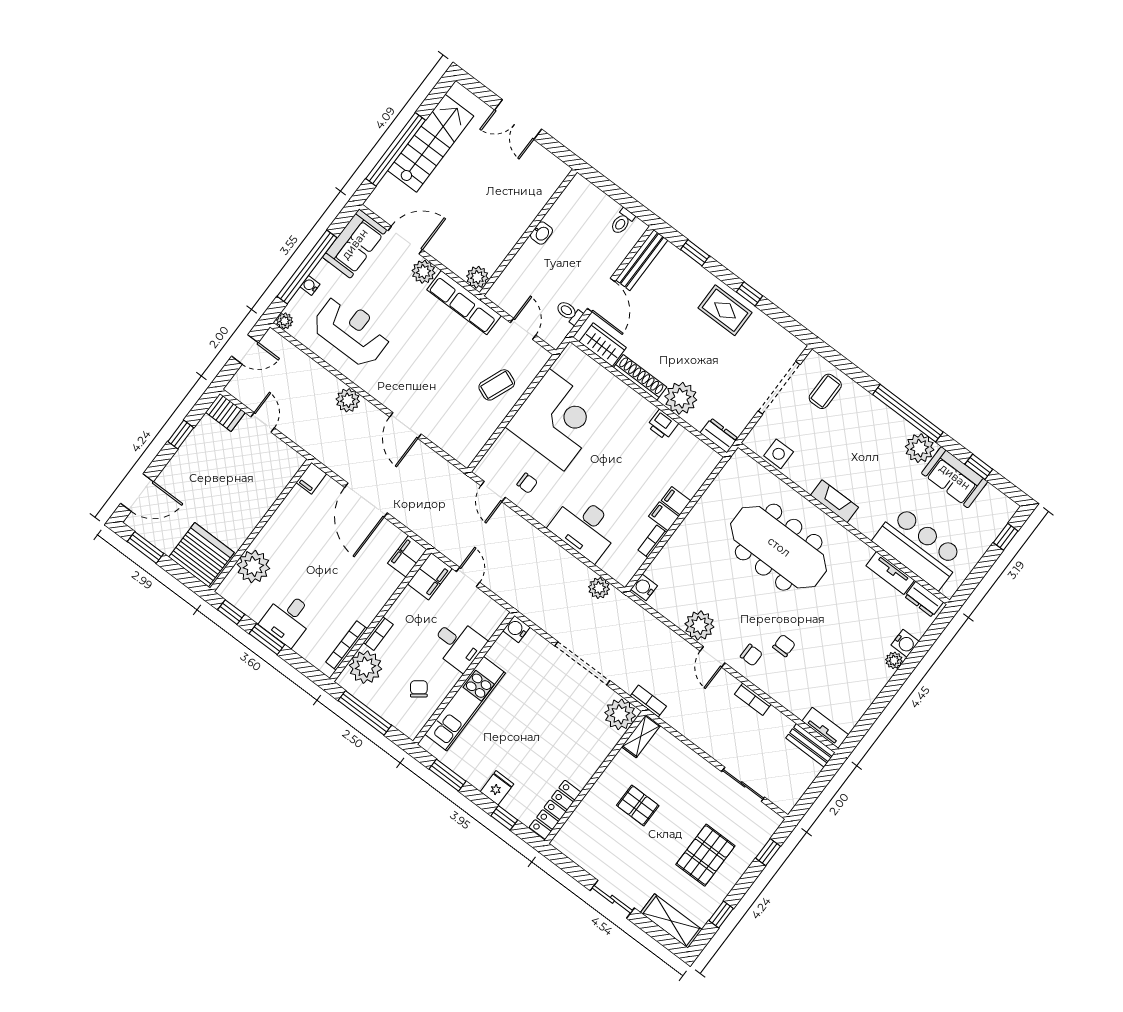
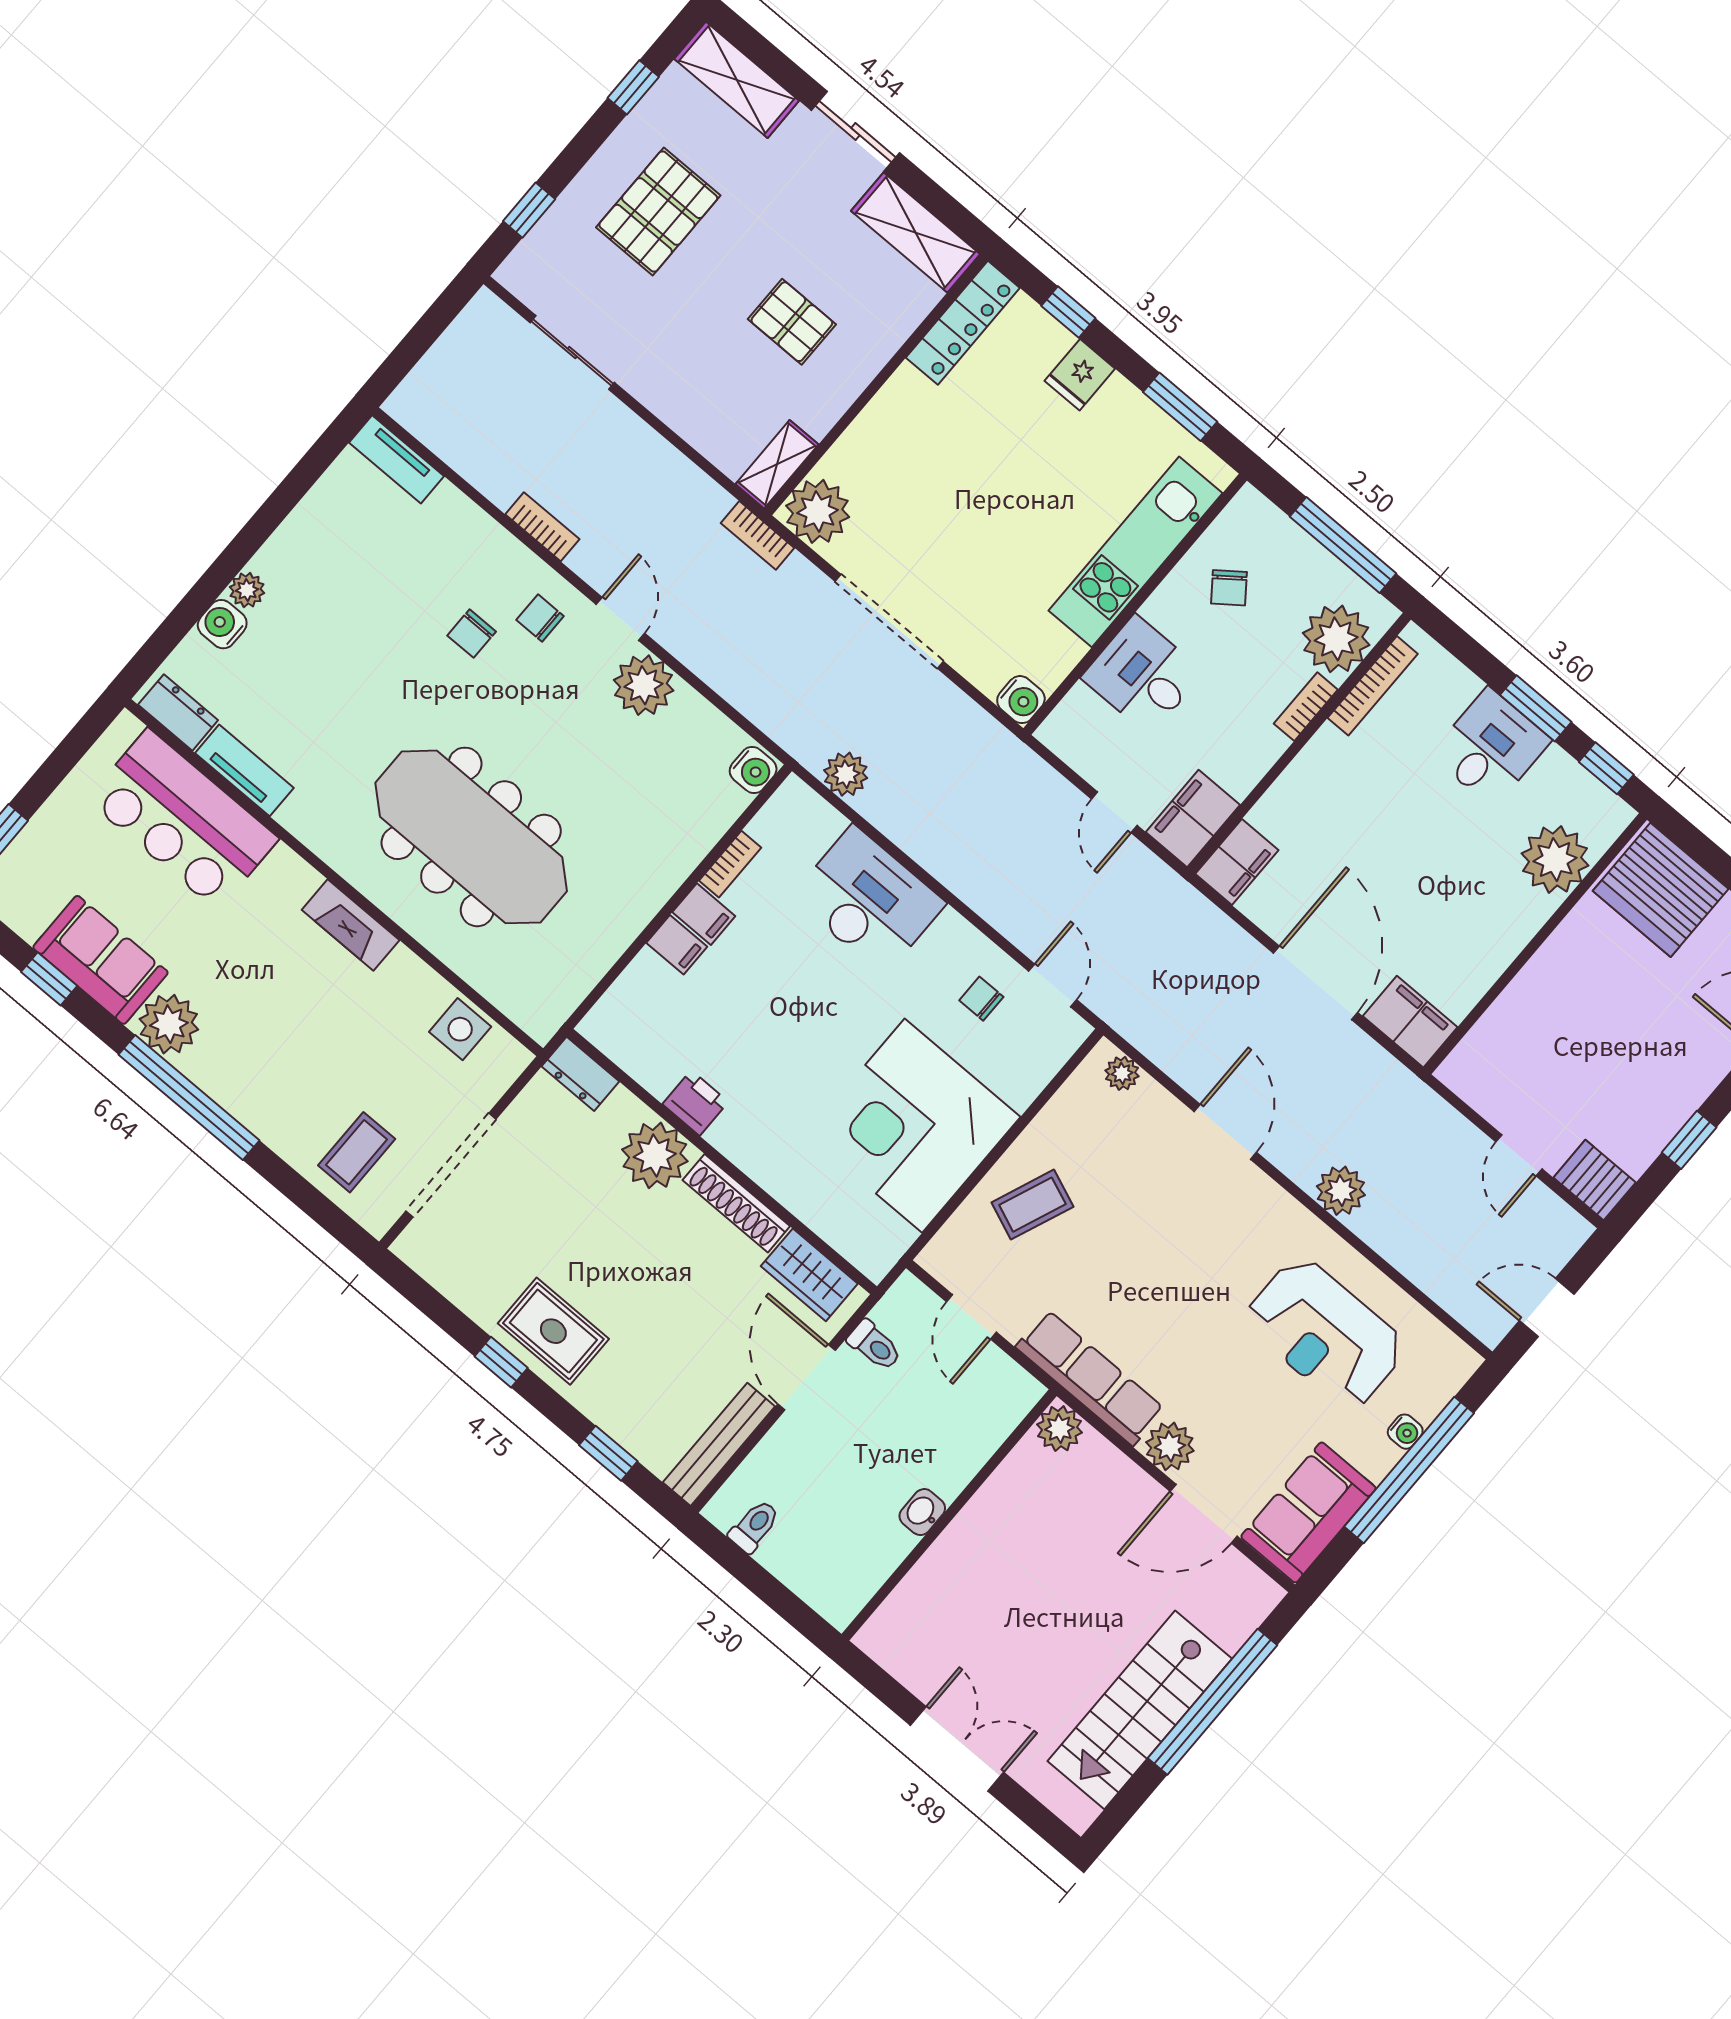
plant: (285, 321) -> (1122, 1073), moved
filing cabinet: (311, 478) -> (1410, 1022), width x2.00
bench: (810, 745) -> (429, 425), removed
shelving: (580, 852) -> (915, 232), added

